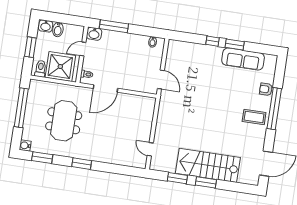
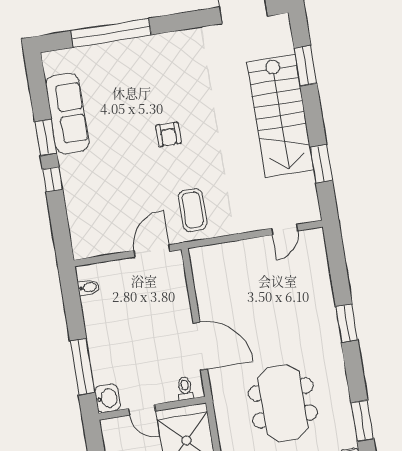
armchair: (266, 89) -> (168, 134), moved
window: (274, 109) -> (111, 33), moved
coffee table: (254, 117) -> (193, 210), moved
meeting table: (64, 121) -> (283, 403), turned 90
window: (82, 164) -> (347, 323), moved
window: (206, 182) -> (305, 66), moved

